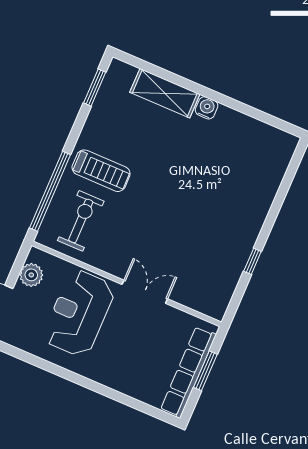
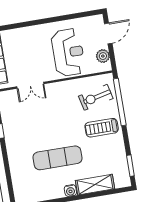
exercise mat: (194, 168) -> (58, 158), added
exercise bike: (81, 221) -> (96, 97), turned 77
double door: (145, 292) -> (30, 85), moved

